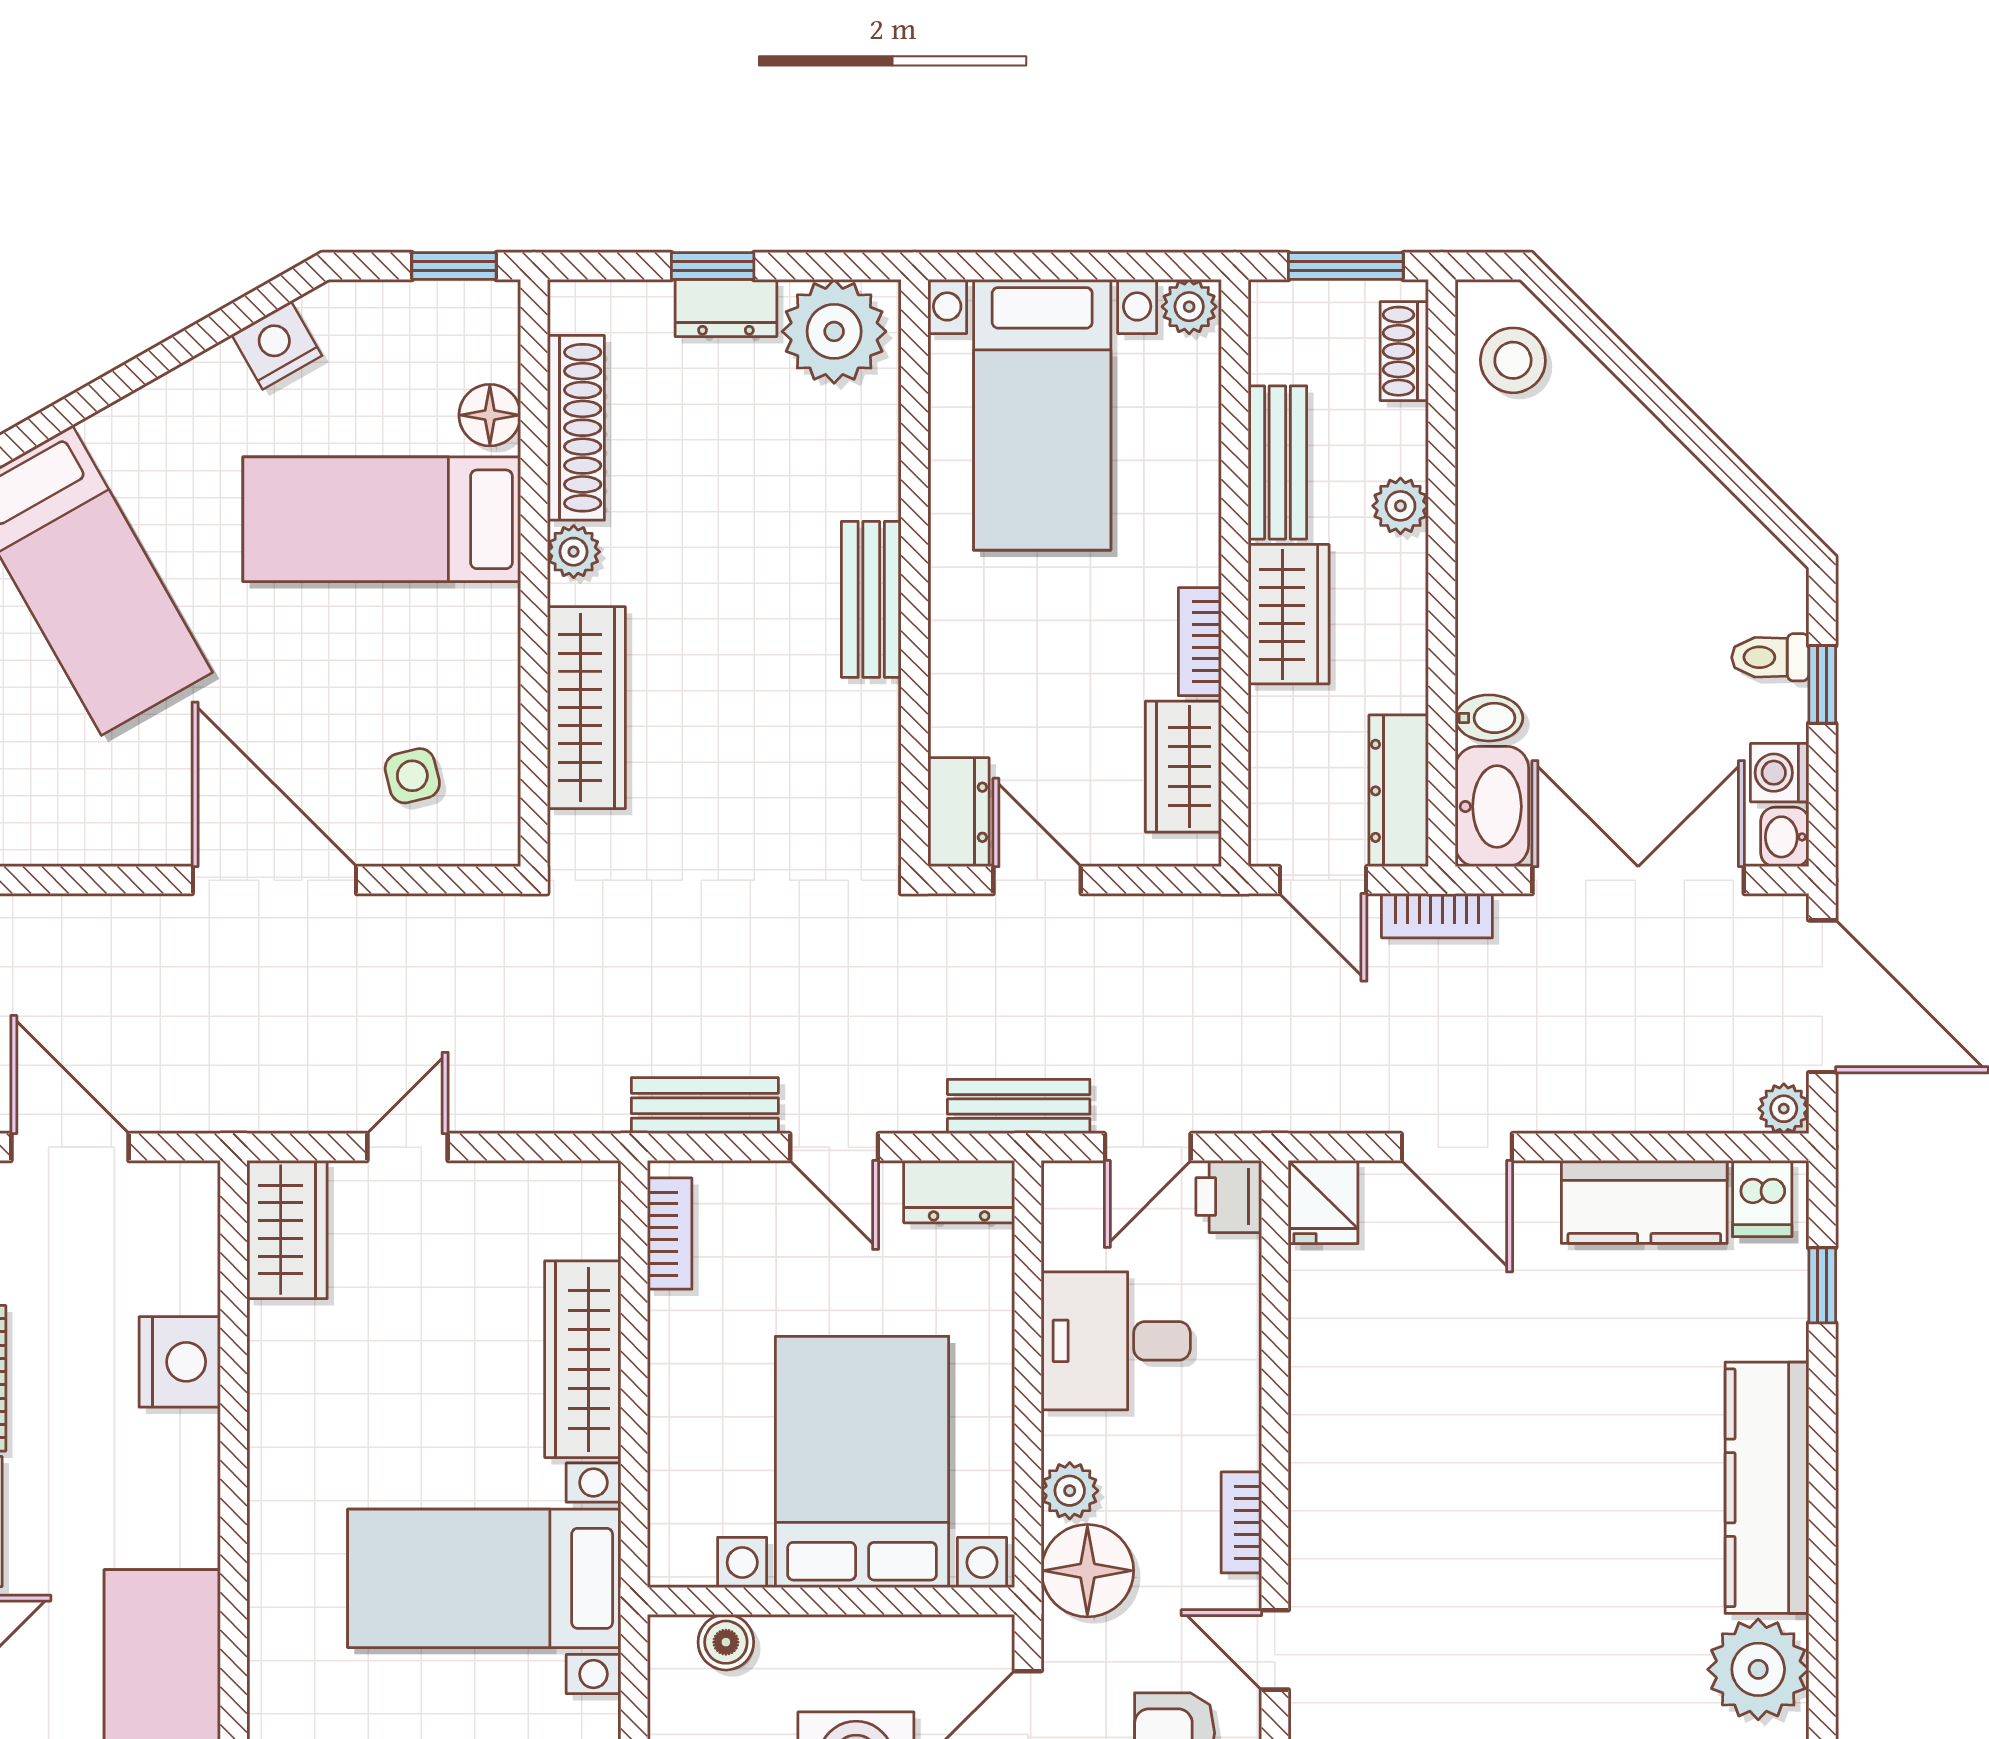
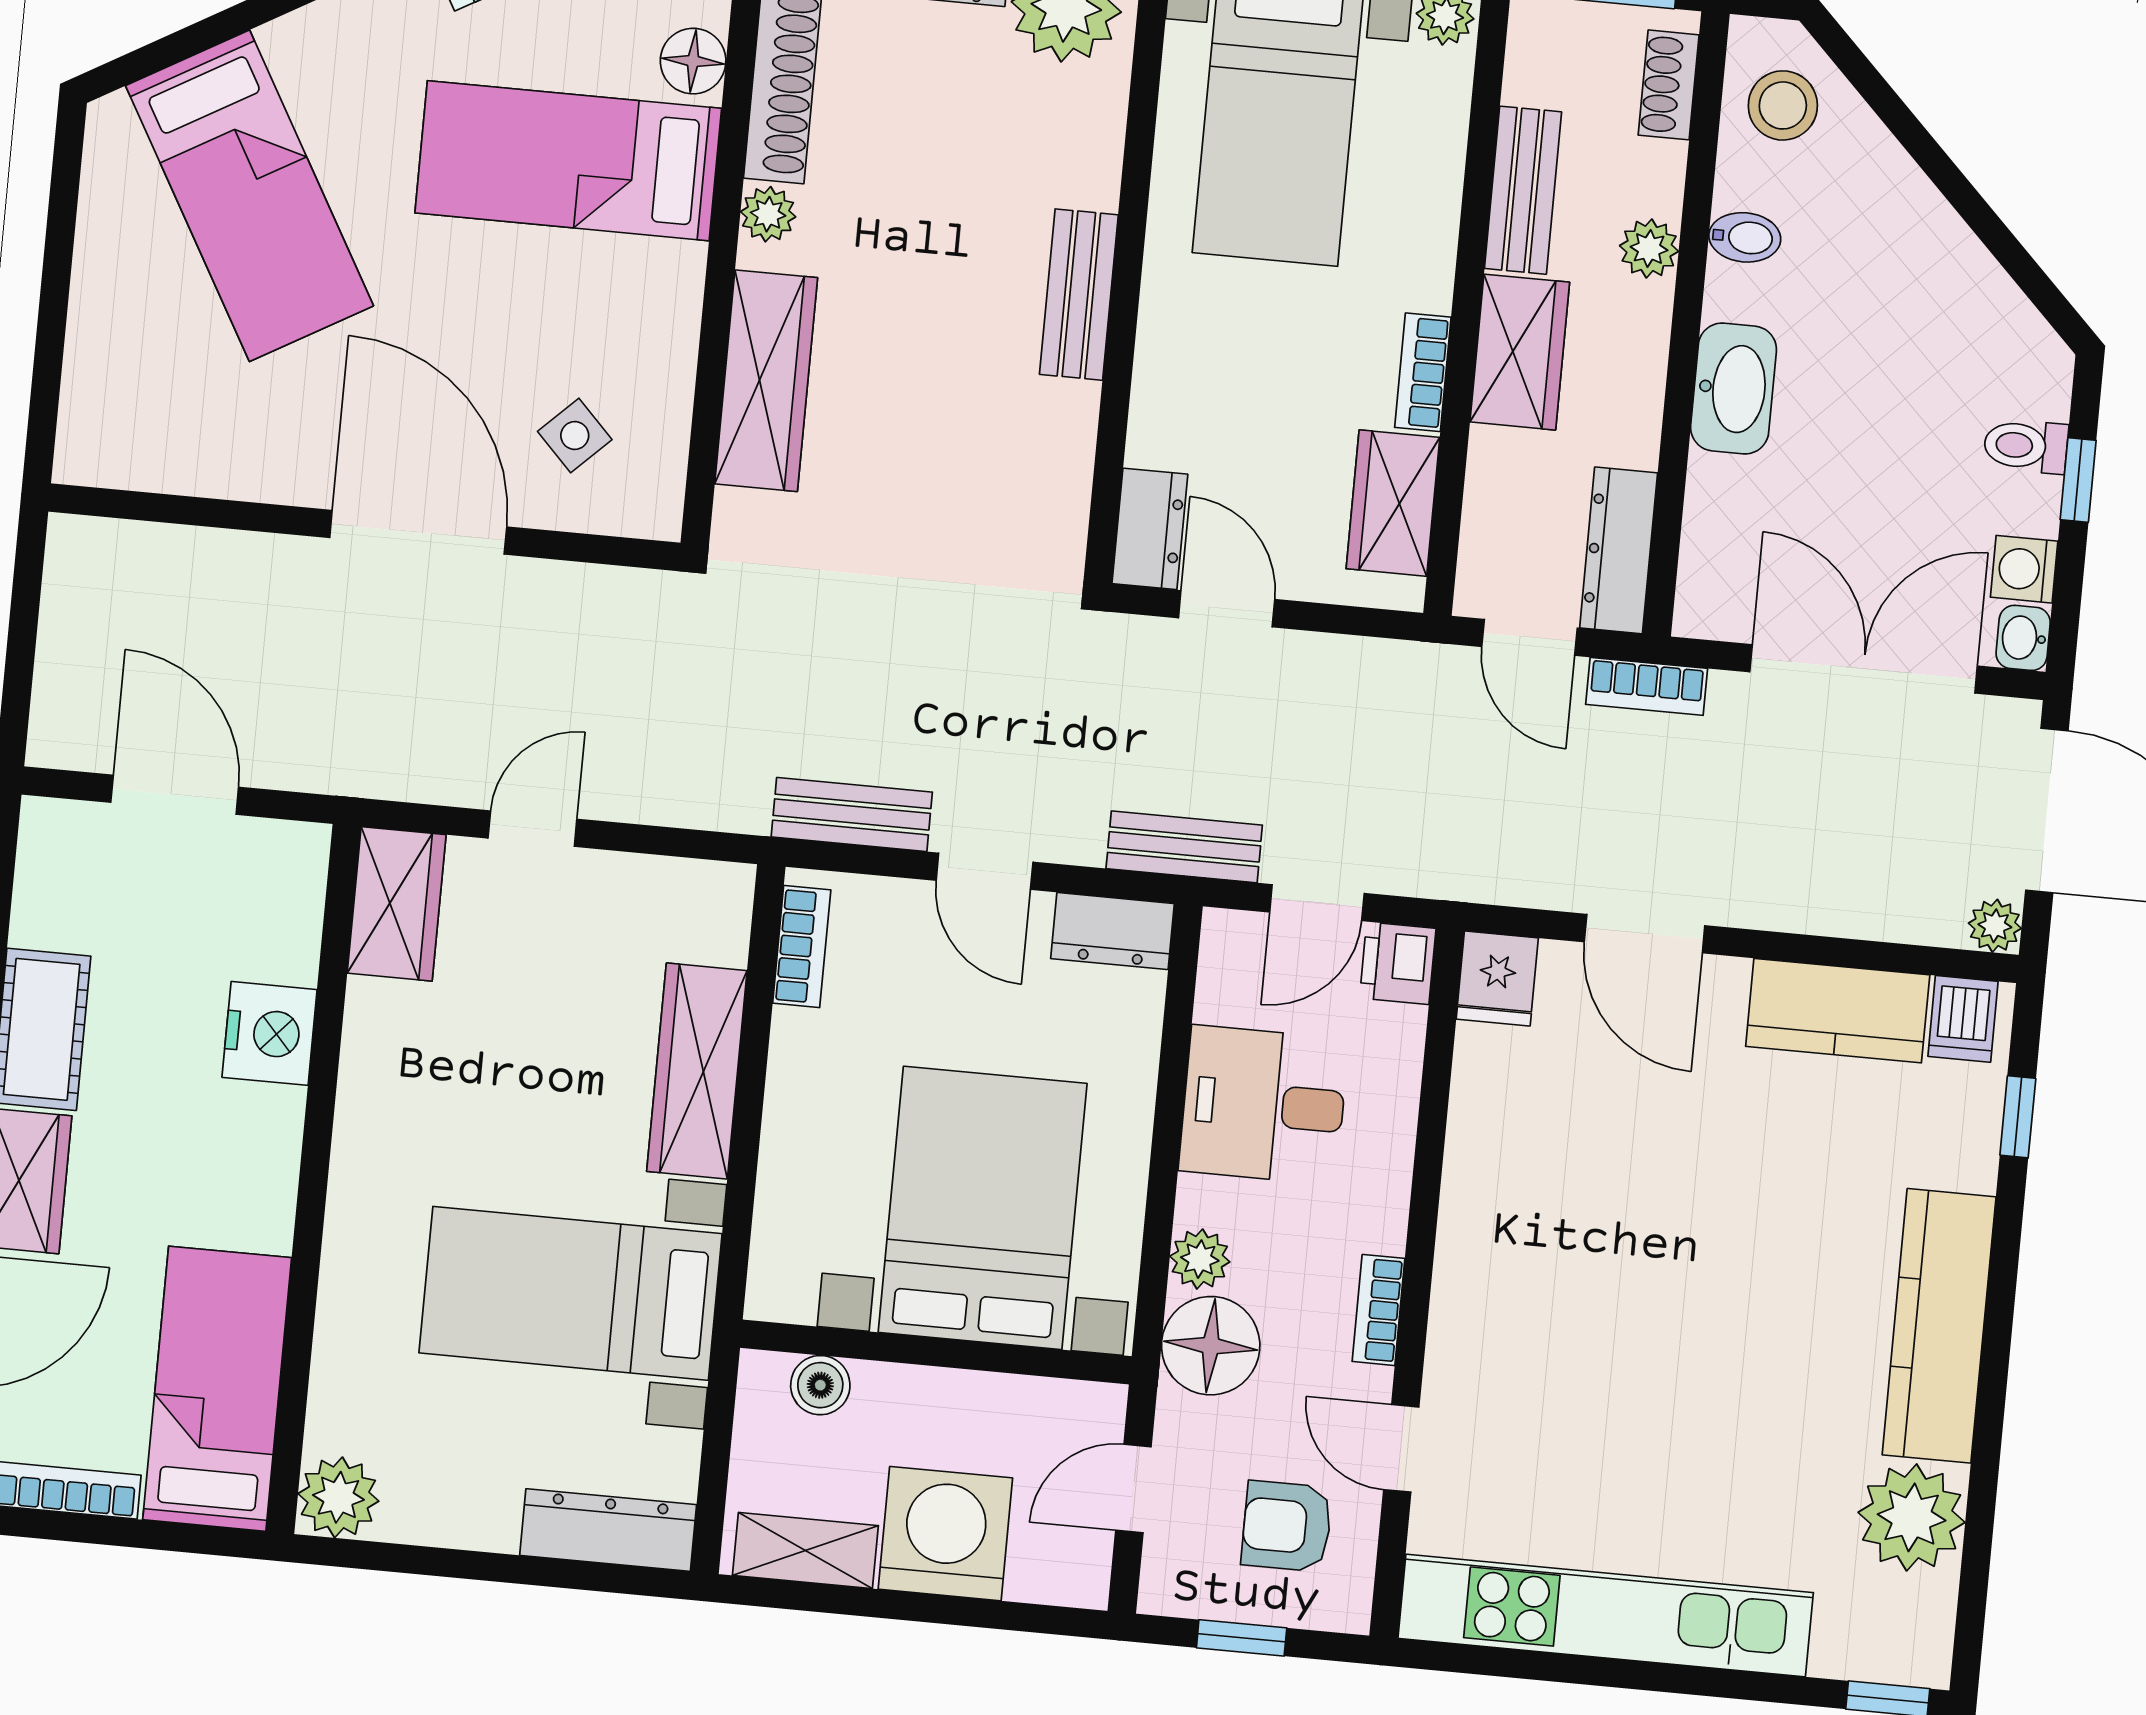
bidet: (1489, 718) -> (1745, 237), moved
side table: (412, 776) -> (575, 436), turned -30
washbasin: (1492, 807) -> (1734, 389), moved

